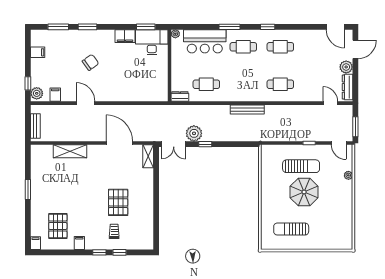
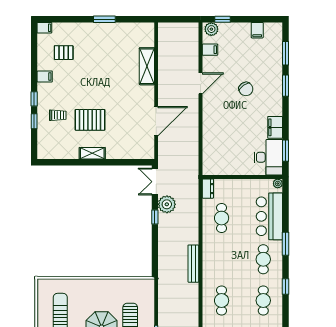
bench: (35, 126) -> (175, 28), removed
shelving: (148, 156) -> (92, 153), moved
pallet: (58, 226) -> (64, 53), width x0.67, depth x0.71

